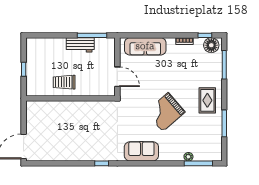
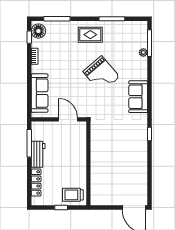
locker: (50, 43) -> (36, 182), added
door: (117, 77) -> (68, 119), hinge flipped
trolley: (64, 82) -> (73, 195), moved, turned 90

